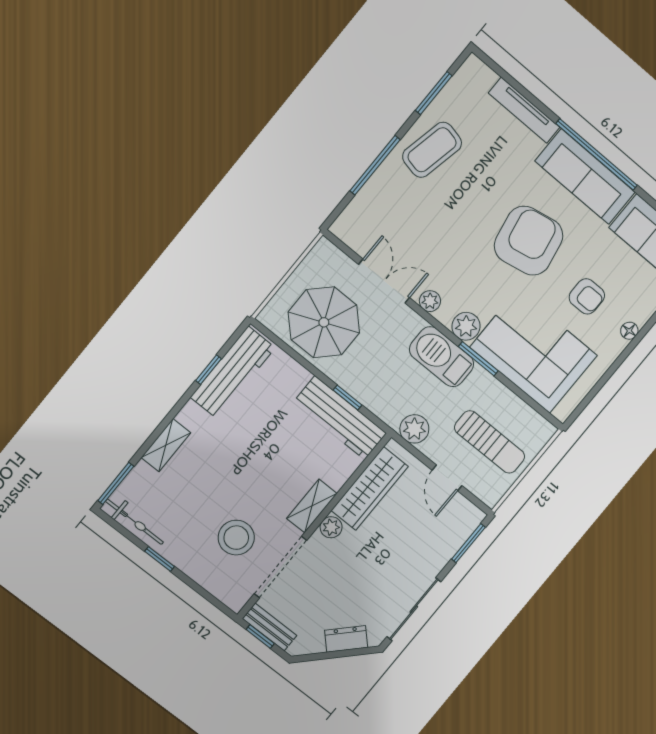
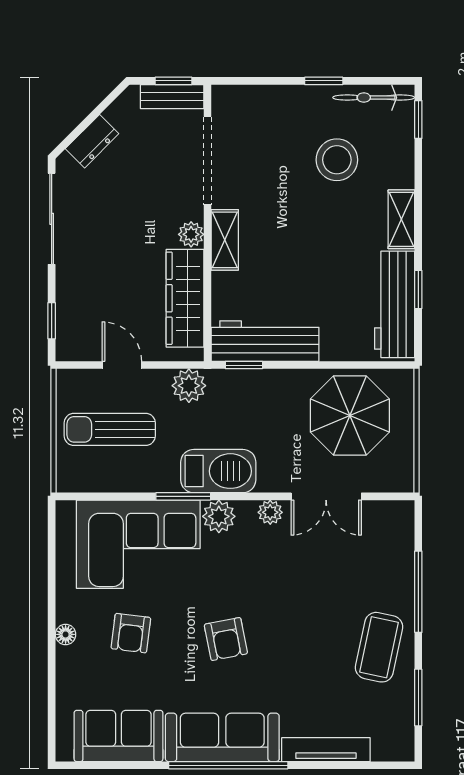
armchair: (529, 241) -> (226, 639), width x0.53, depth x0.53
armchair: (587, 296) -> (131, 633), turned -83
window: (347, 398) -> (244, 365), moved
shelving: (166, 445) -> (401, 219), moved
window: (116, 483) -> (418, 119), width x0.67
stool: (236, 538) -> (337, 160), moved
window: (468, 543) -> (52, 321), width x0.67

